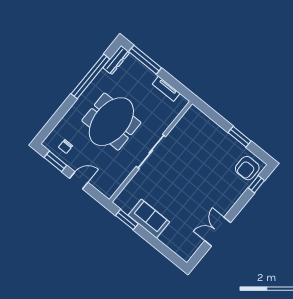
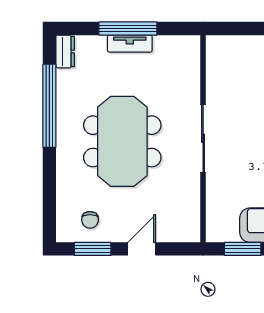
dresser: (116, 60) -> (65, 51), width x0.70
window: (145, 60) -> (128, 28), moved
tv unit: (166, 89) -> (130, 44), moved

